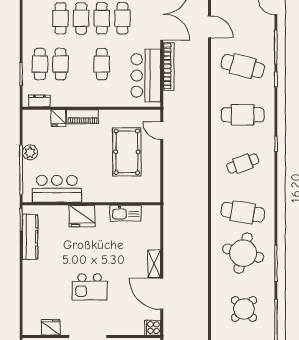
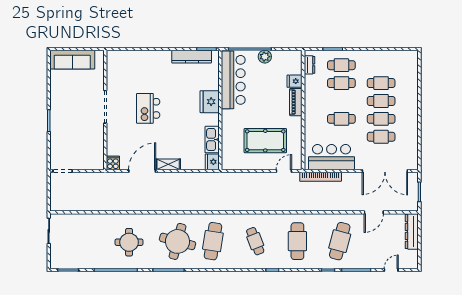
bookcase: (169, 66) -> (321, 177), moved
bar counter: (57, 189) -> (233, 80), width x1.36
round table: (244, 309) -> (129, 242), turned 45
fridge: (51, 327) -> (212, 162), moved, turned 180

